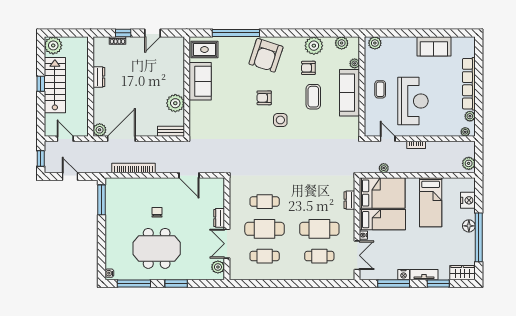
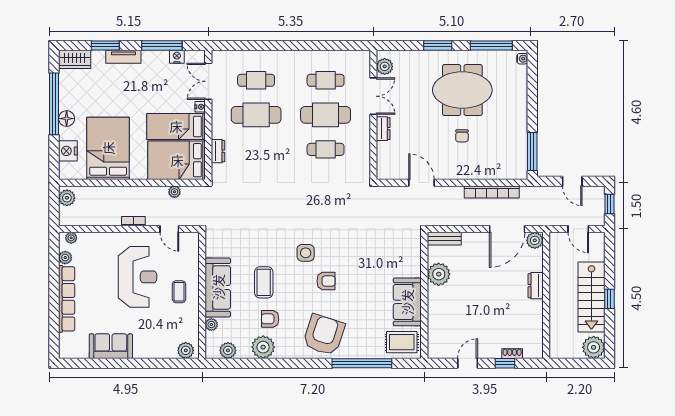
armchair: (308, 68) -> (270, 319), turned 180
dresser: (99, 77) -> (536, 286), moved
reception desk: (413, 101) -> (137, 277), turned 180
bed: (431, 202) -> (108, 148), width x1.50
nightstand: (404, 275) -> (177, 57), moved

